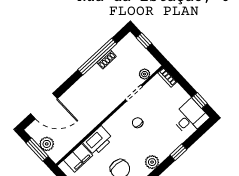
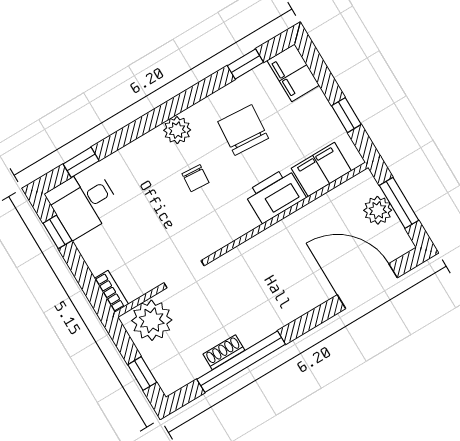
plant: (145, 74) -> (152, 320), width x1.87, depth x1.87
chair: (138, 123) -> (196, 178), moved
window: (178, 152) -> (81, 162), moved

